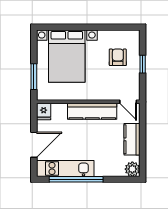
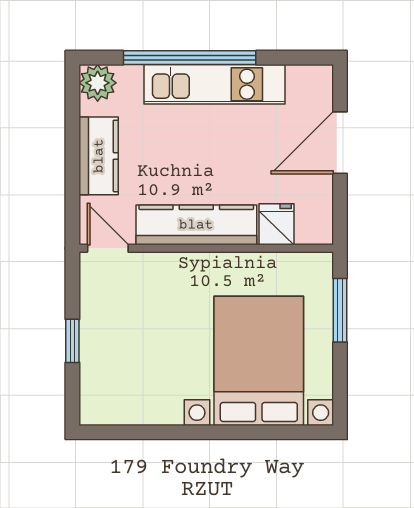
armchair: (118, 57) -> (133, 358), removed
fridge: (44, 112) -> (277, 224), moved
kitchen unit: (65, 168) -> (215, 84), moved
window: (76, 179) -> (190, 58), moved

